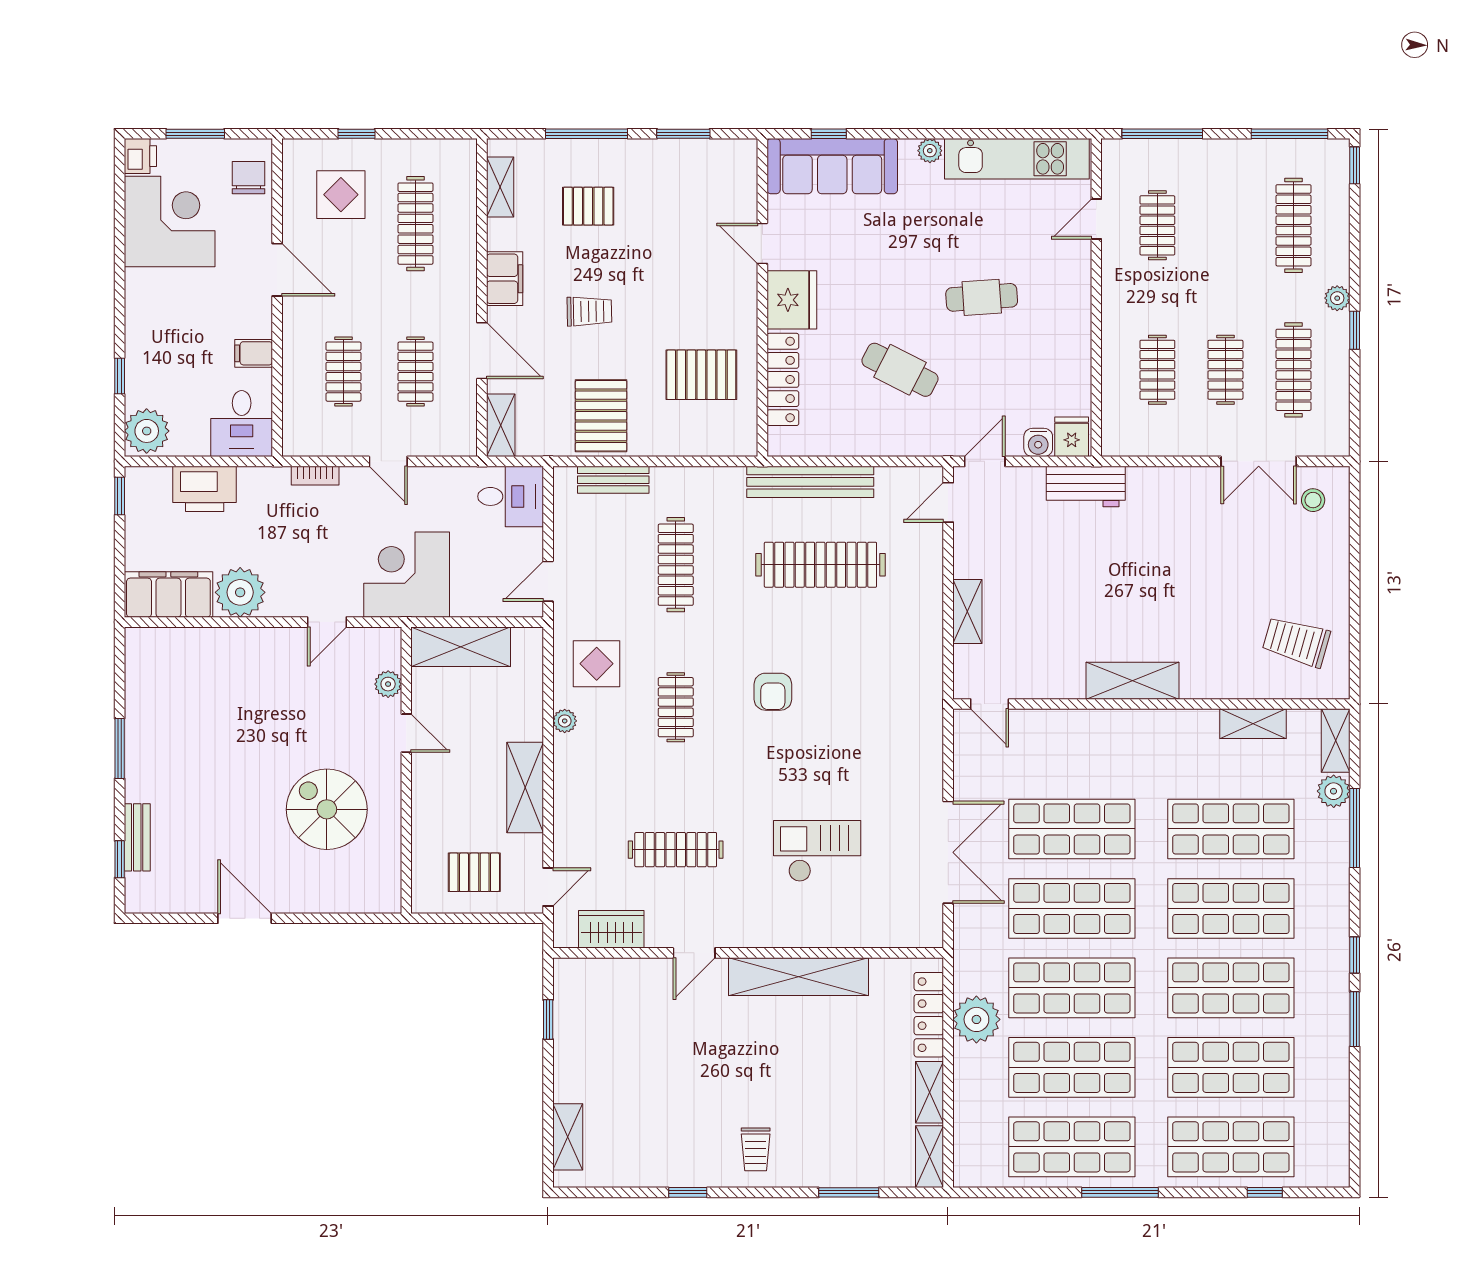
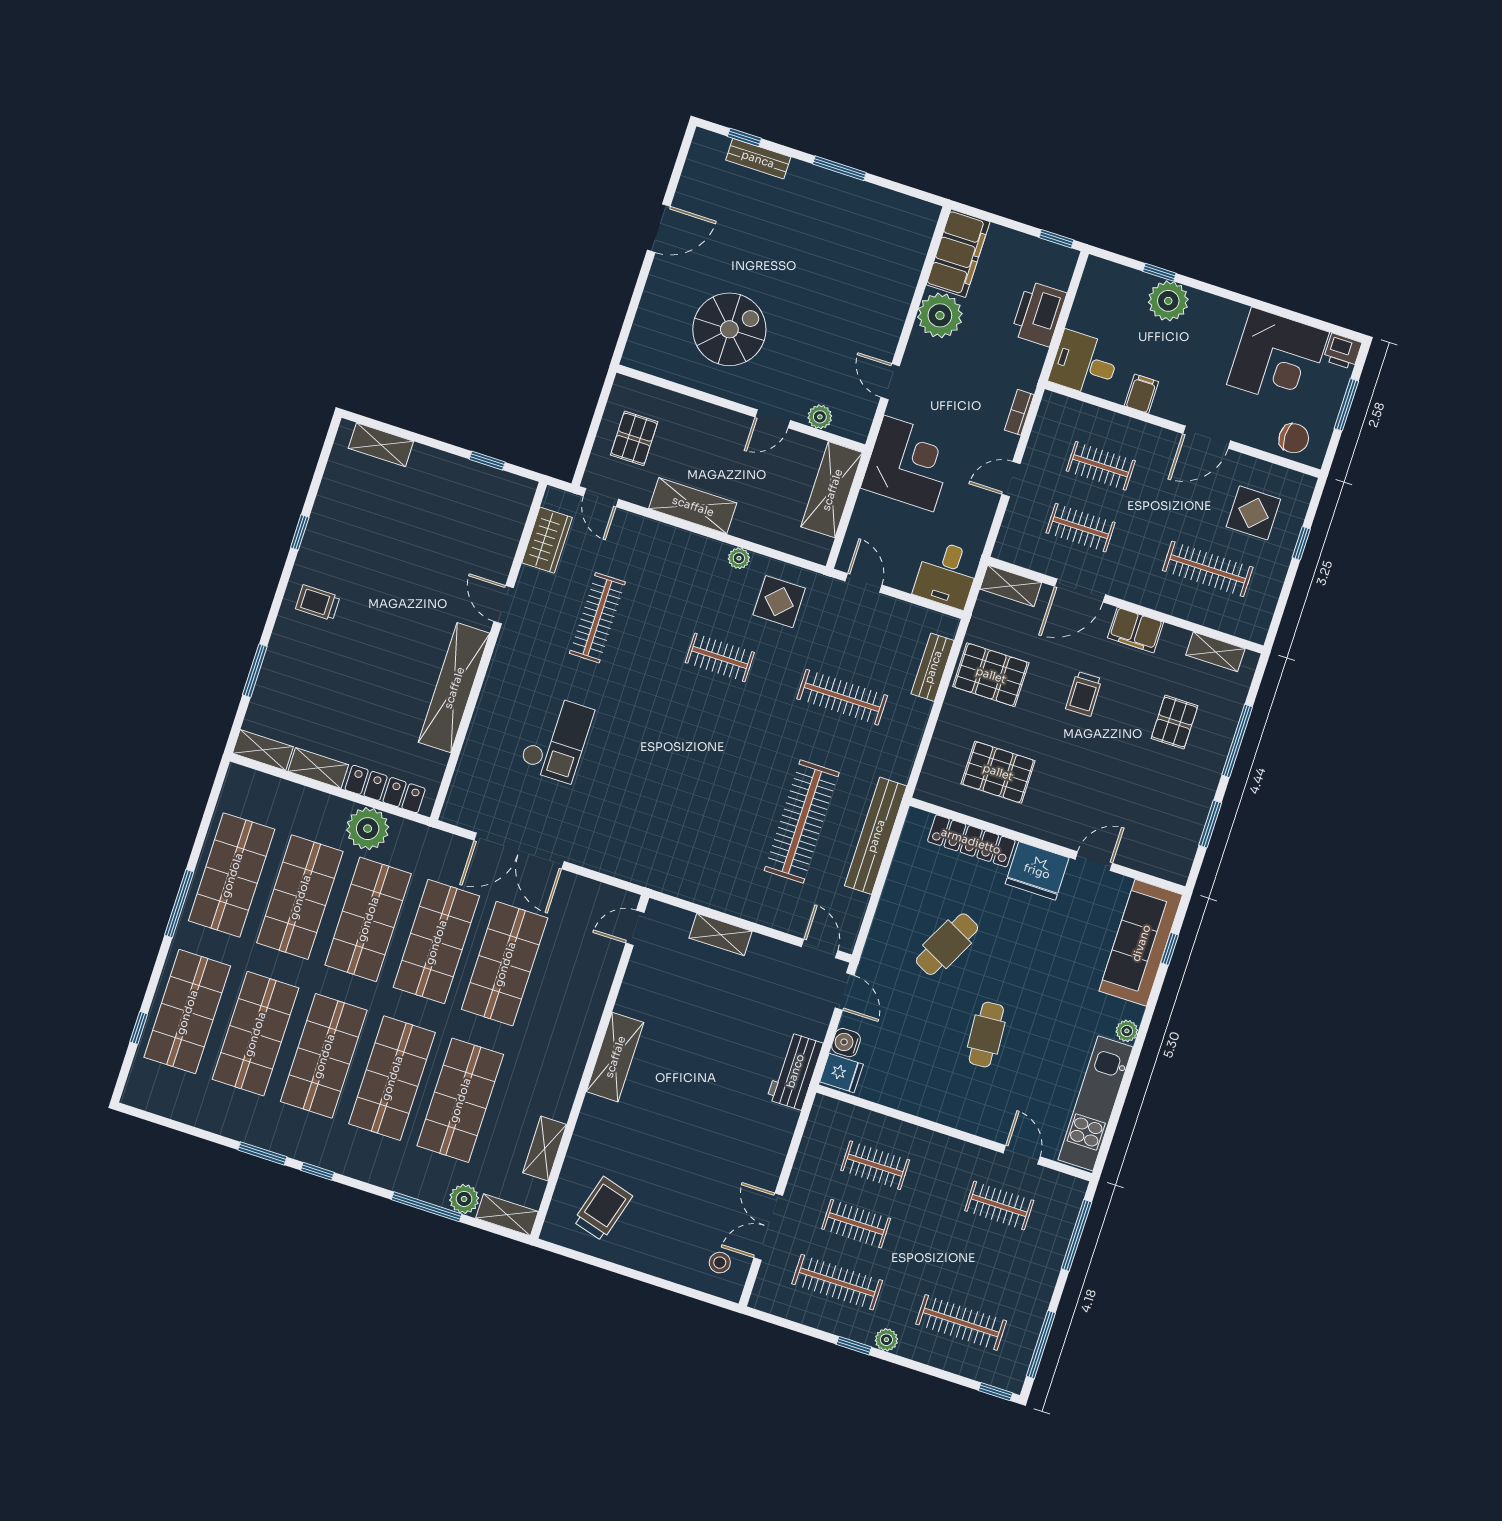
pallet: (701, 375) -> (998, 772), turned 90
plant: (147, 431) -> (1168, 301), moved
armchair: (773, 692) -> (706, 745), removed

